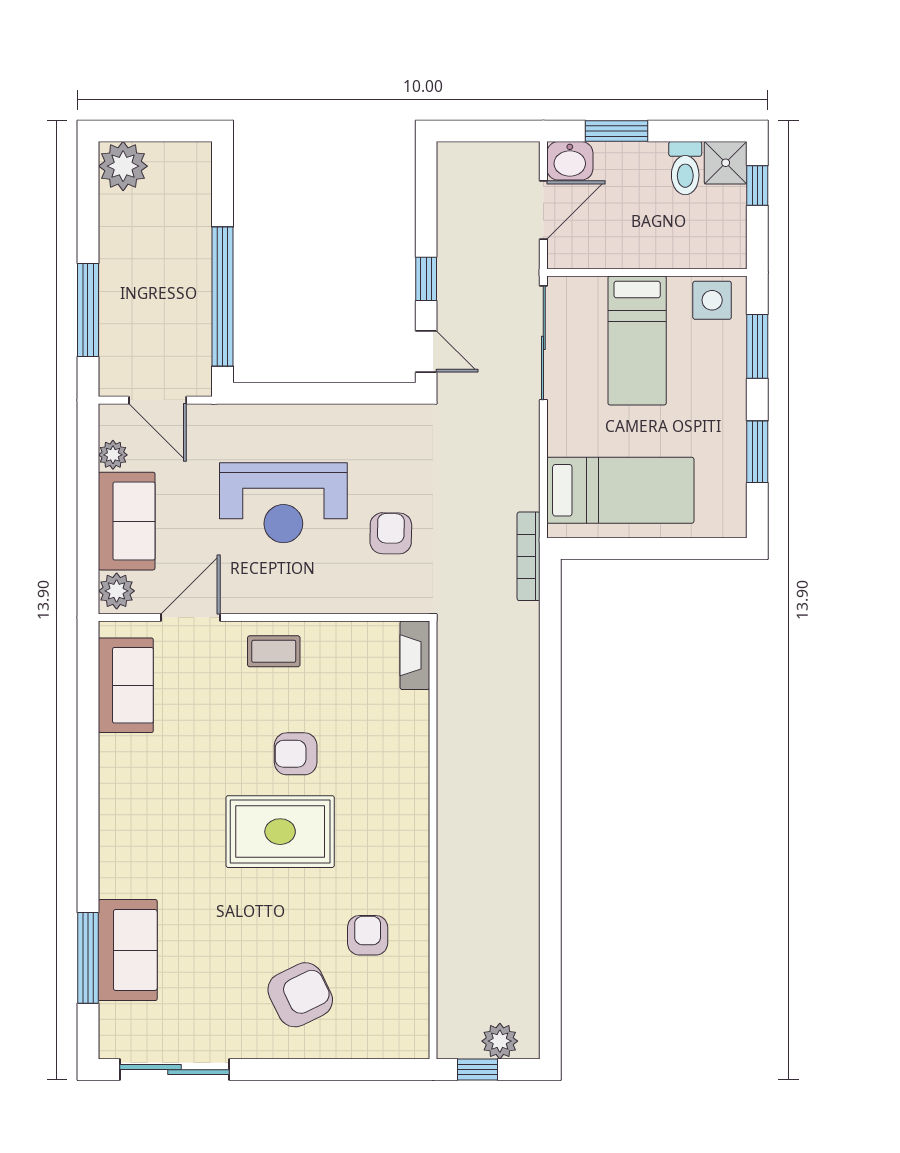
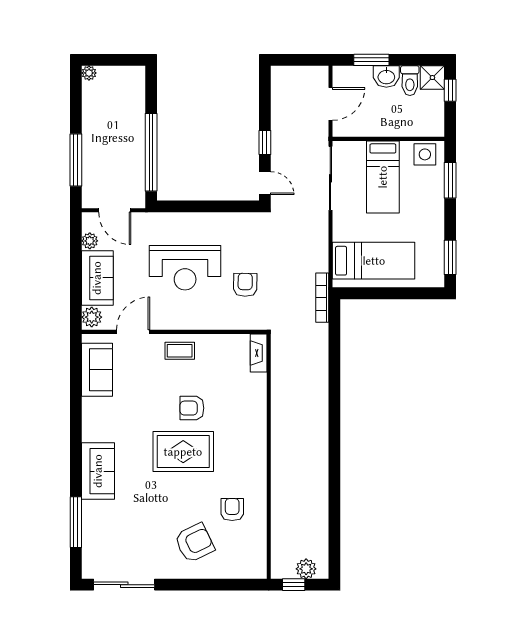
washbasin: (570, 161) -> (386, 76), moved
plant: (123, 166) -> (89, 73), width x0.53, depth x0.53
window: (757, 452) -> (450, 257), moved
sofa: (128, 950) -> (98, 471), moved

